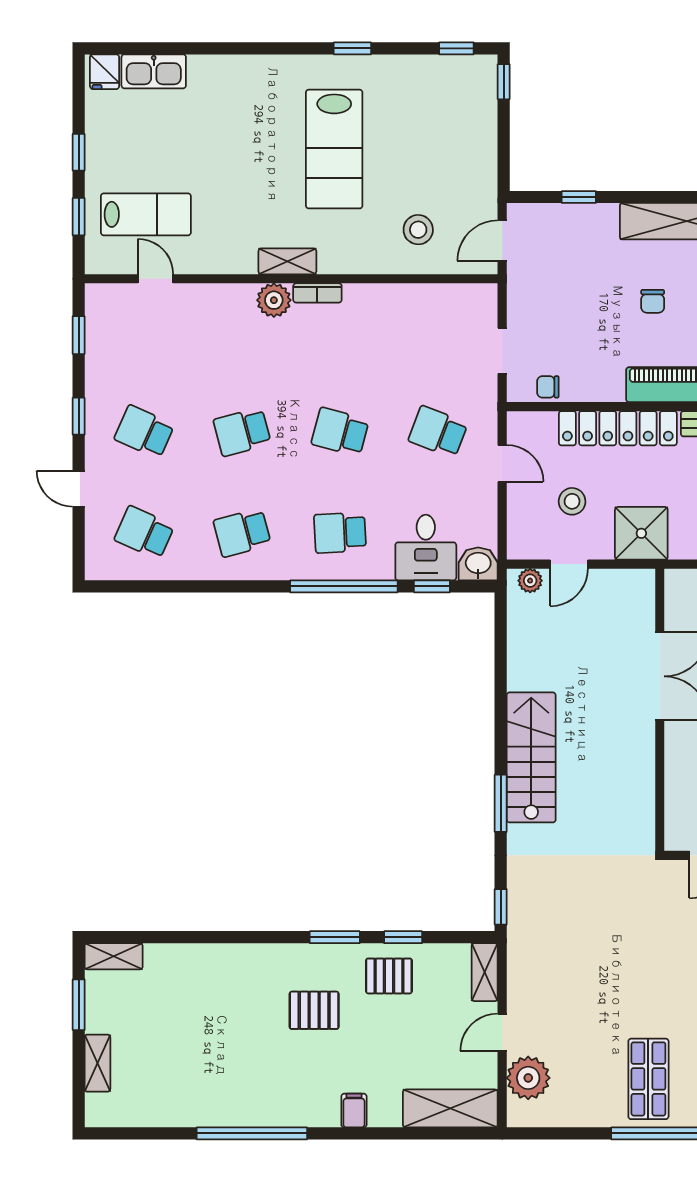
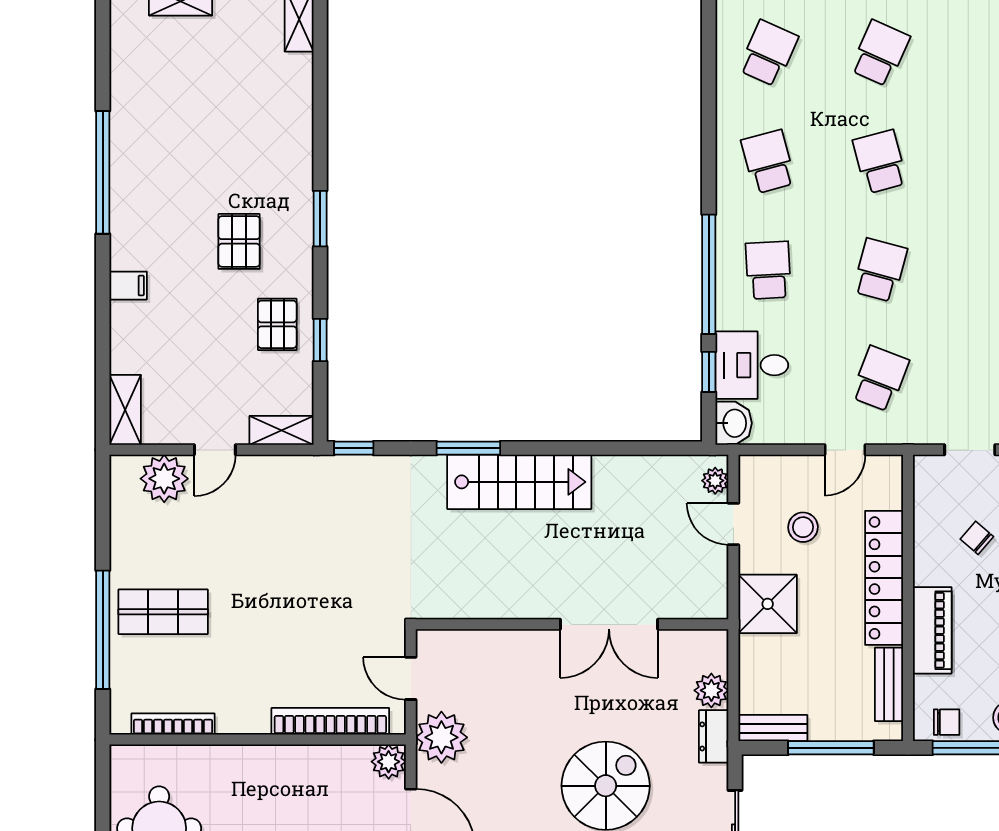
chair: (548, 387) -> (977, 538), moved, turned -49
window: (335, 937) -> (320, 219), moved
door: (502, 1032) -> (215, 450), swing flipped
shelving: (450, 1108) -> (125, 410), width x0.67, depth x0.75

